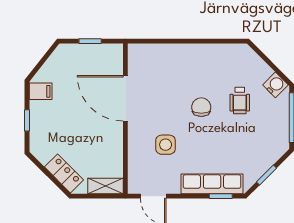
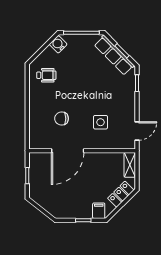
filing cabinet: (41, 91) -> (99, 211), moved
wheelchair: (240, 100) -> (46, 75), moved
chair: (201, 107) -> (62, 119), moved
row of seats: (212, 184) -> (114, 55), moved, turned -45

